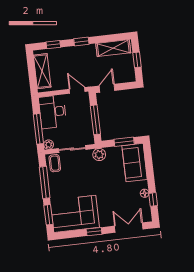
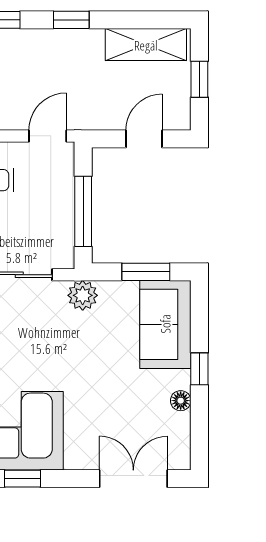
door: (107, 88) -> (144, 139), moved
door: (77, 90) -> (48, 136), hinge flipped
window: (153, 199) -> (199, 369), moved
window: (94, 232) -> (23, 479), moved

